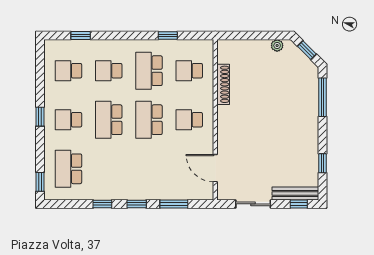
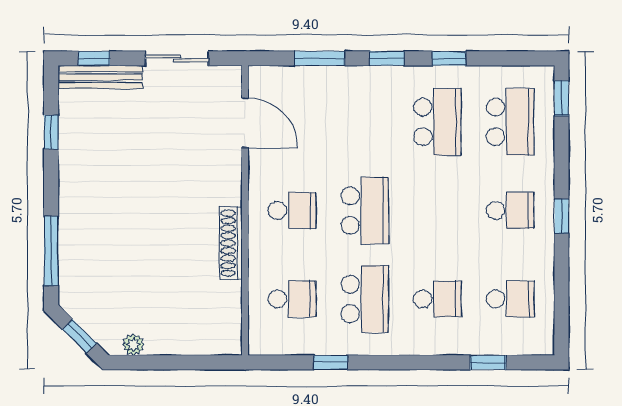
shoe rack: (223, 84) -> (231, 243), moved
school desk: (109, 120) -> (438, 122), moved

